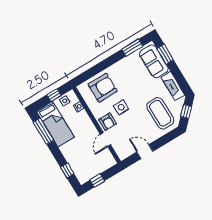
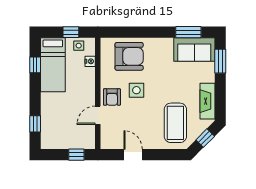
sofa: (154, 61) -> (194, 50), moved, turned -90
window: (43, 131) -> (35, 65), width x0.46
window: (97, 180) -> (76, 155), moved

